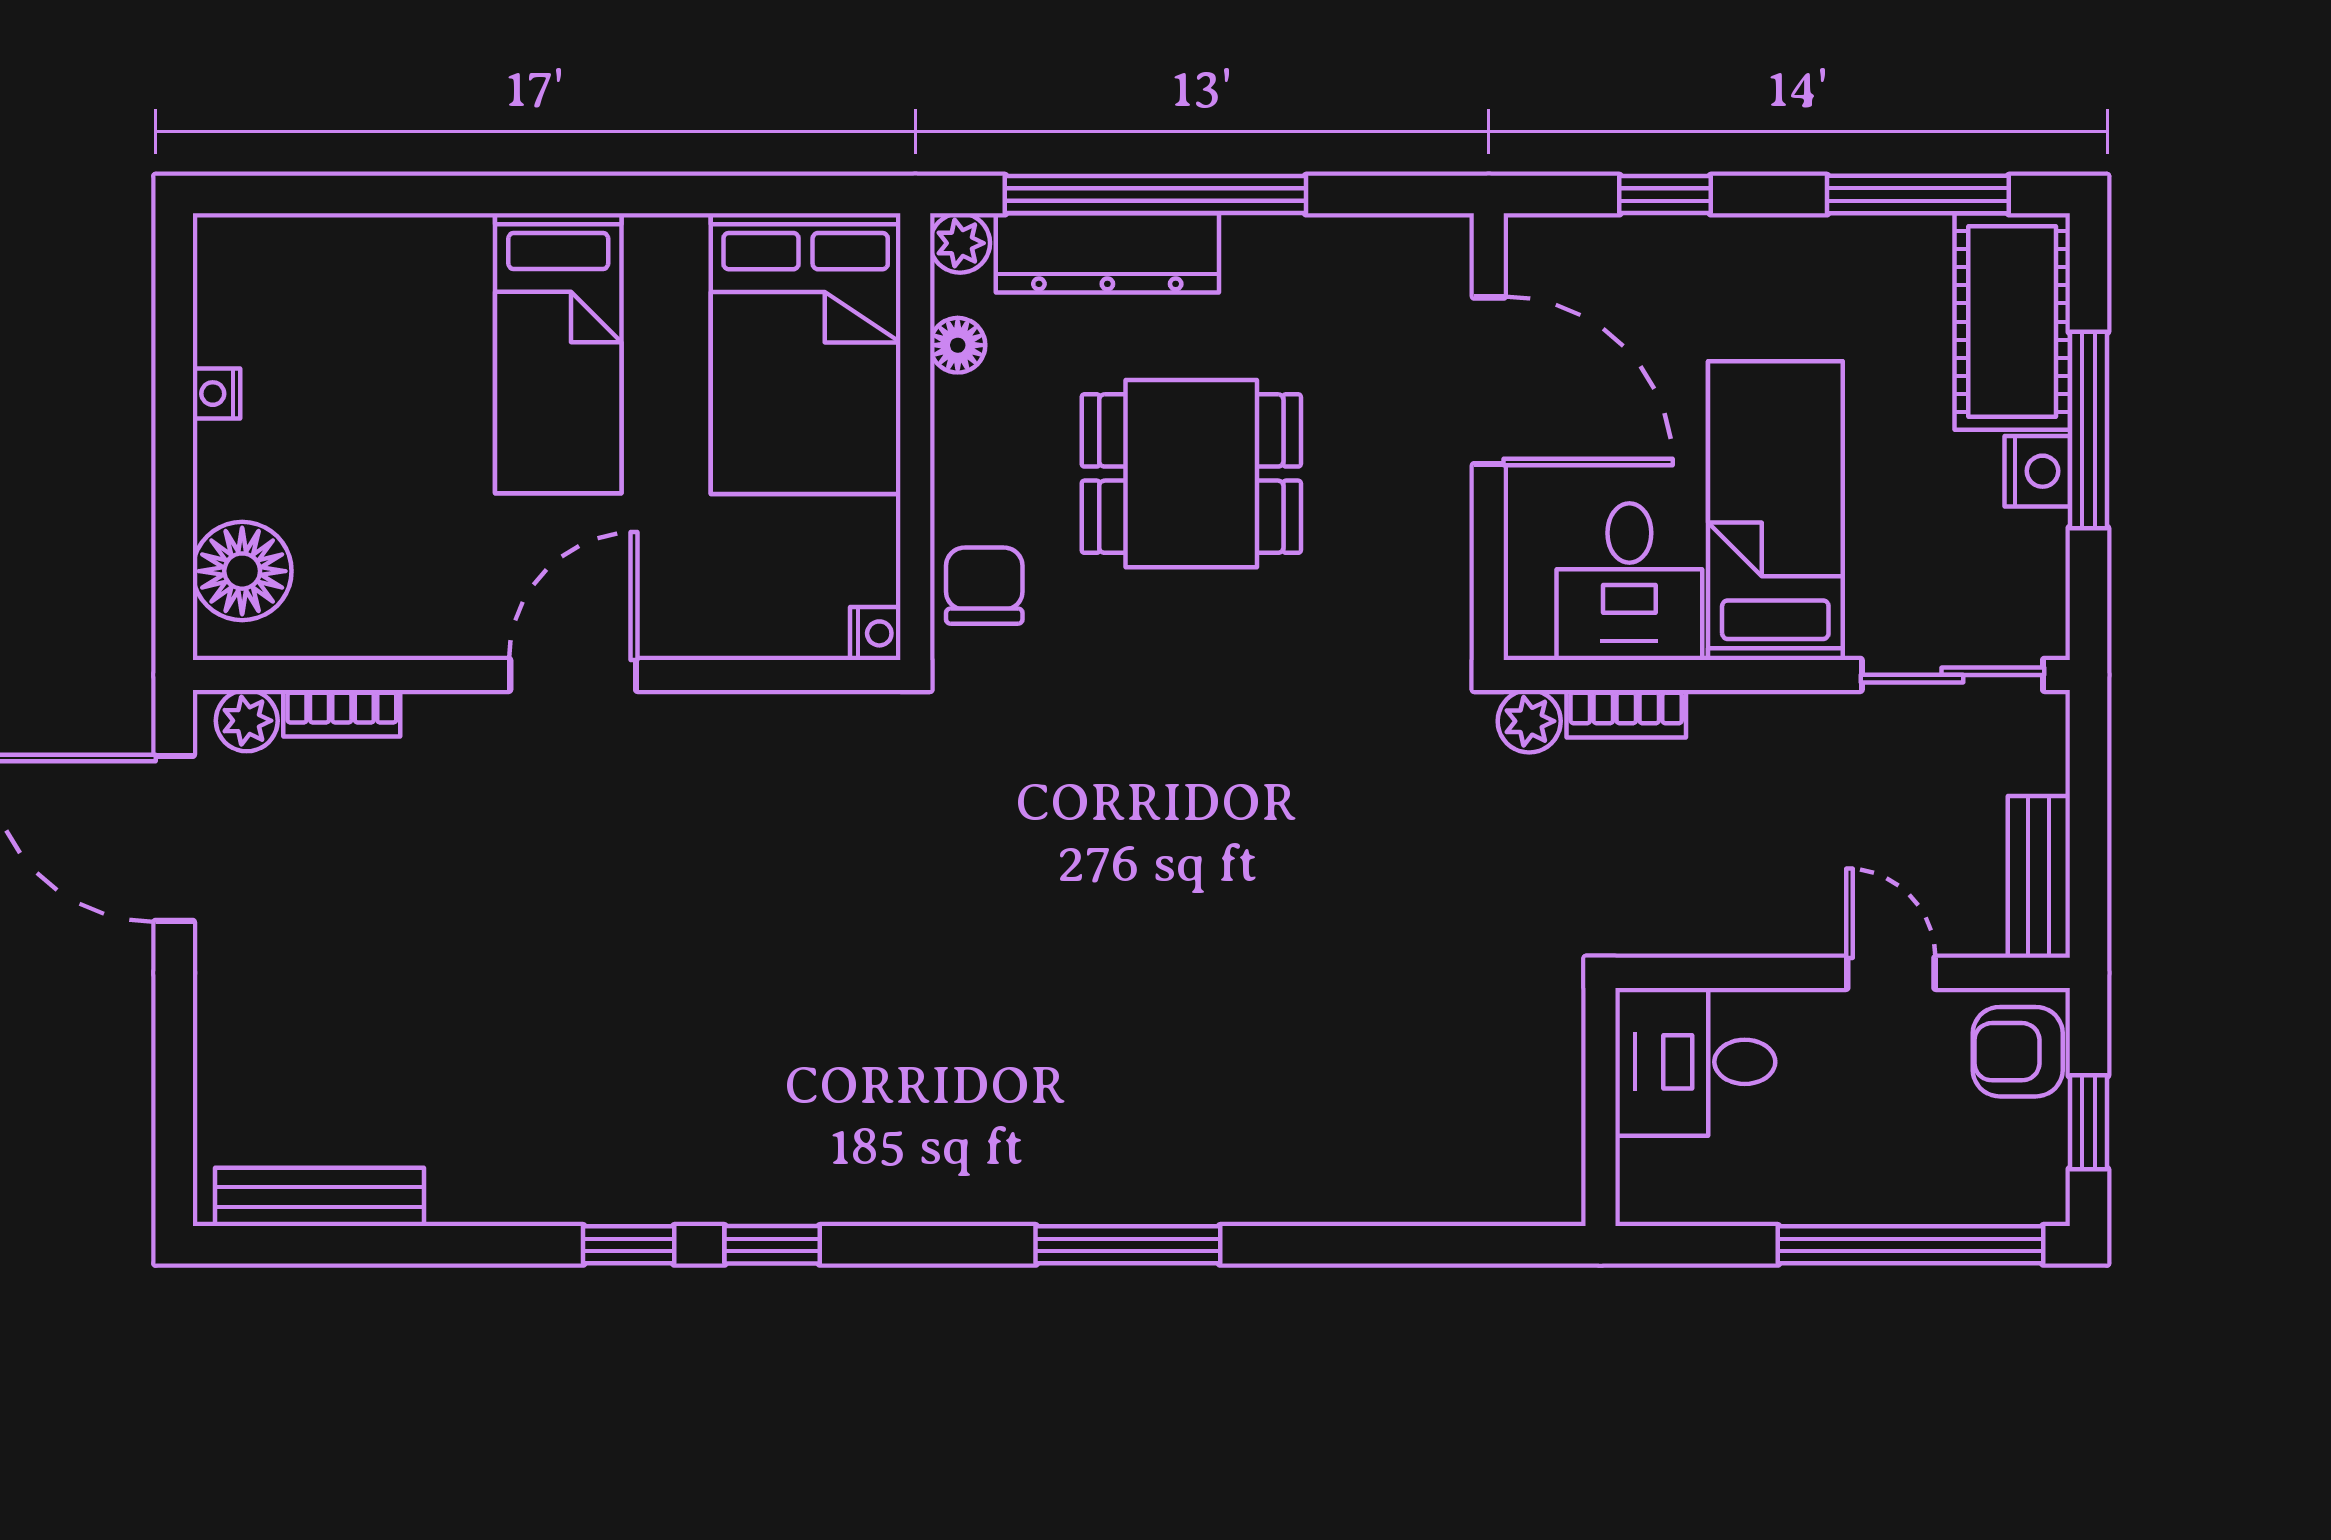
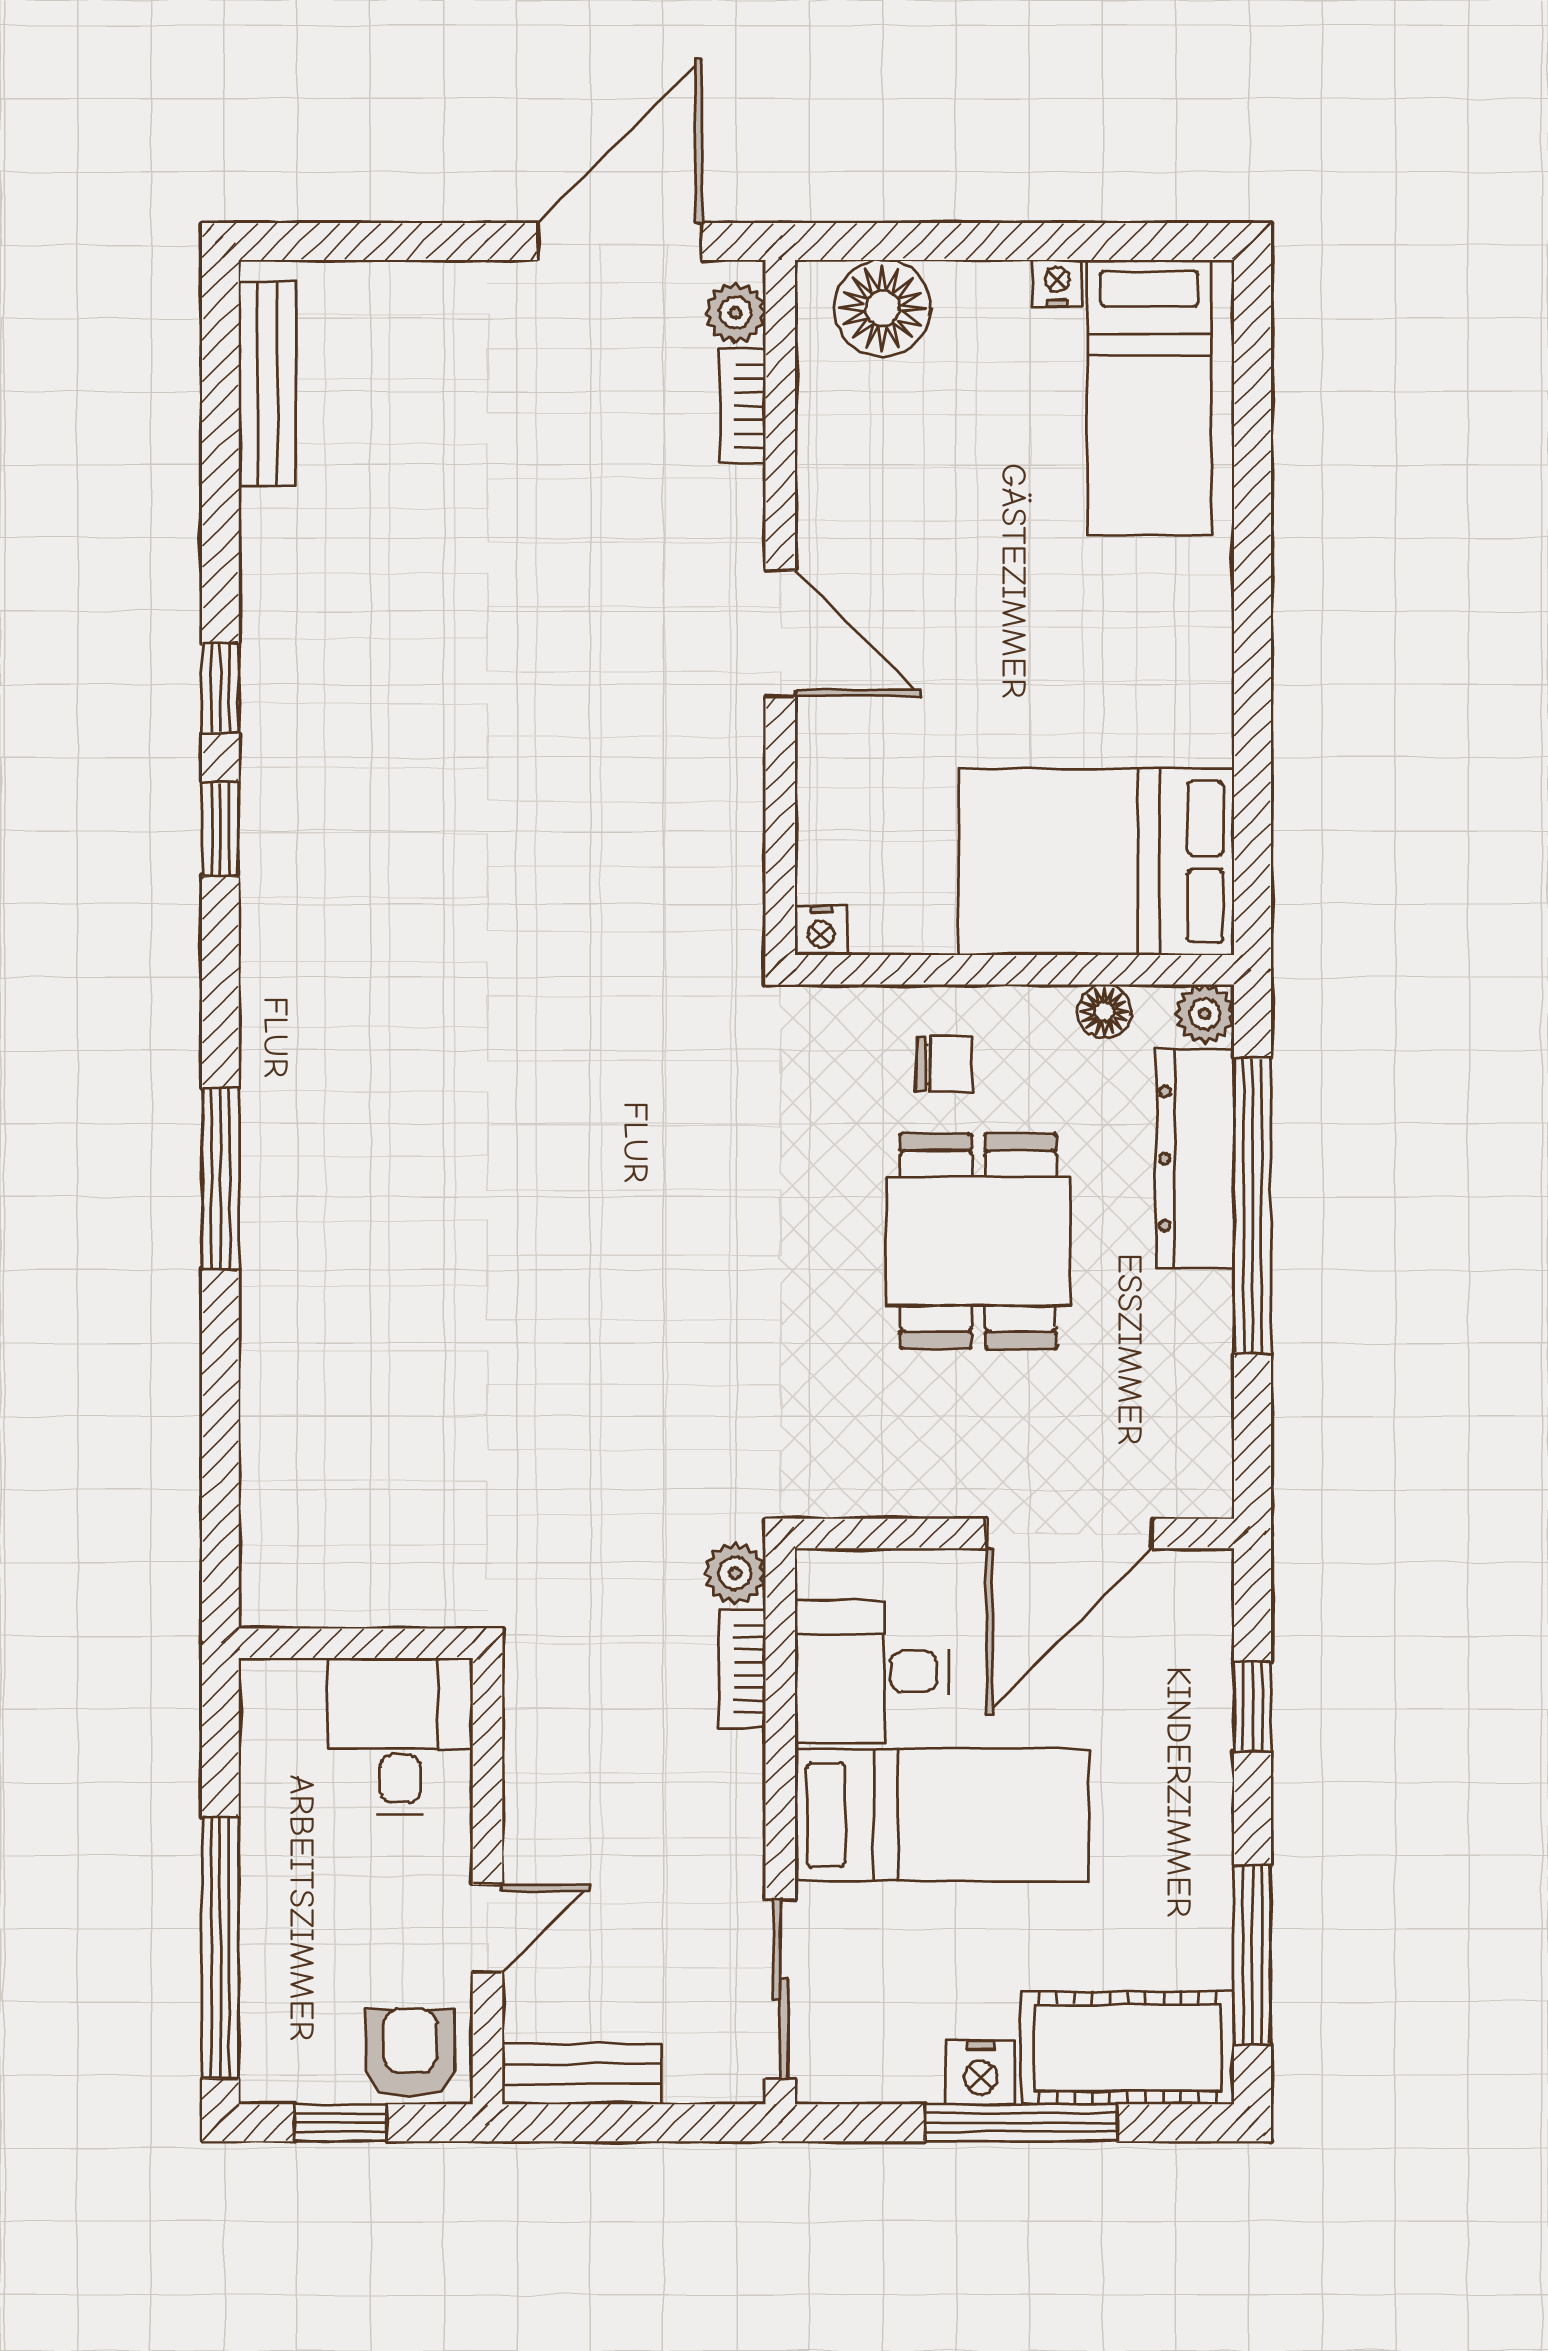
bed: (558, 353) -> (1149, 398), moved, turned -90
chair: (984, 586) -> (944, 1064), moved, width x0.73, depth x0.73

